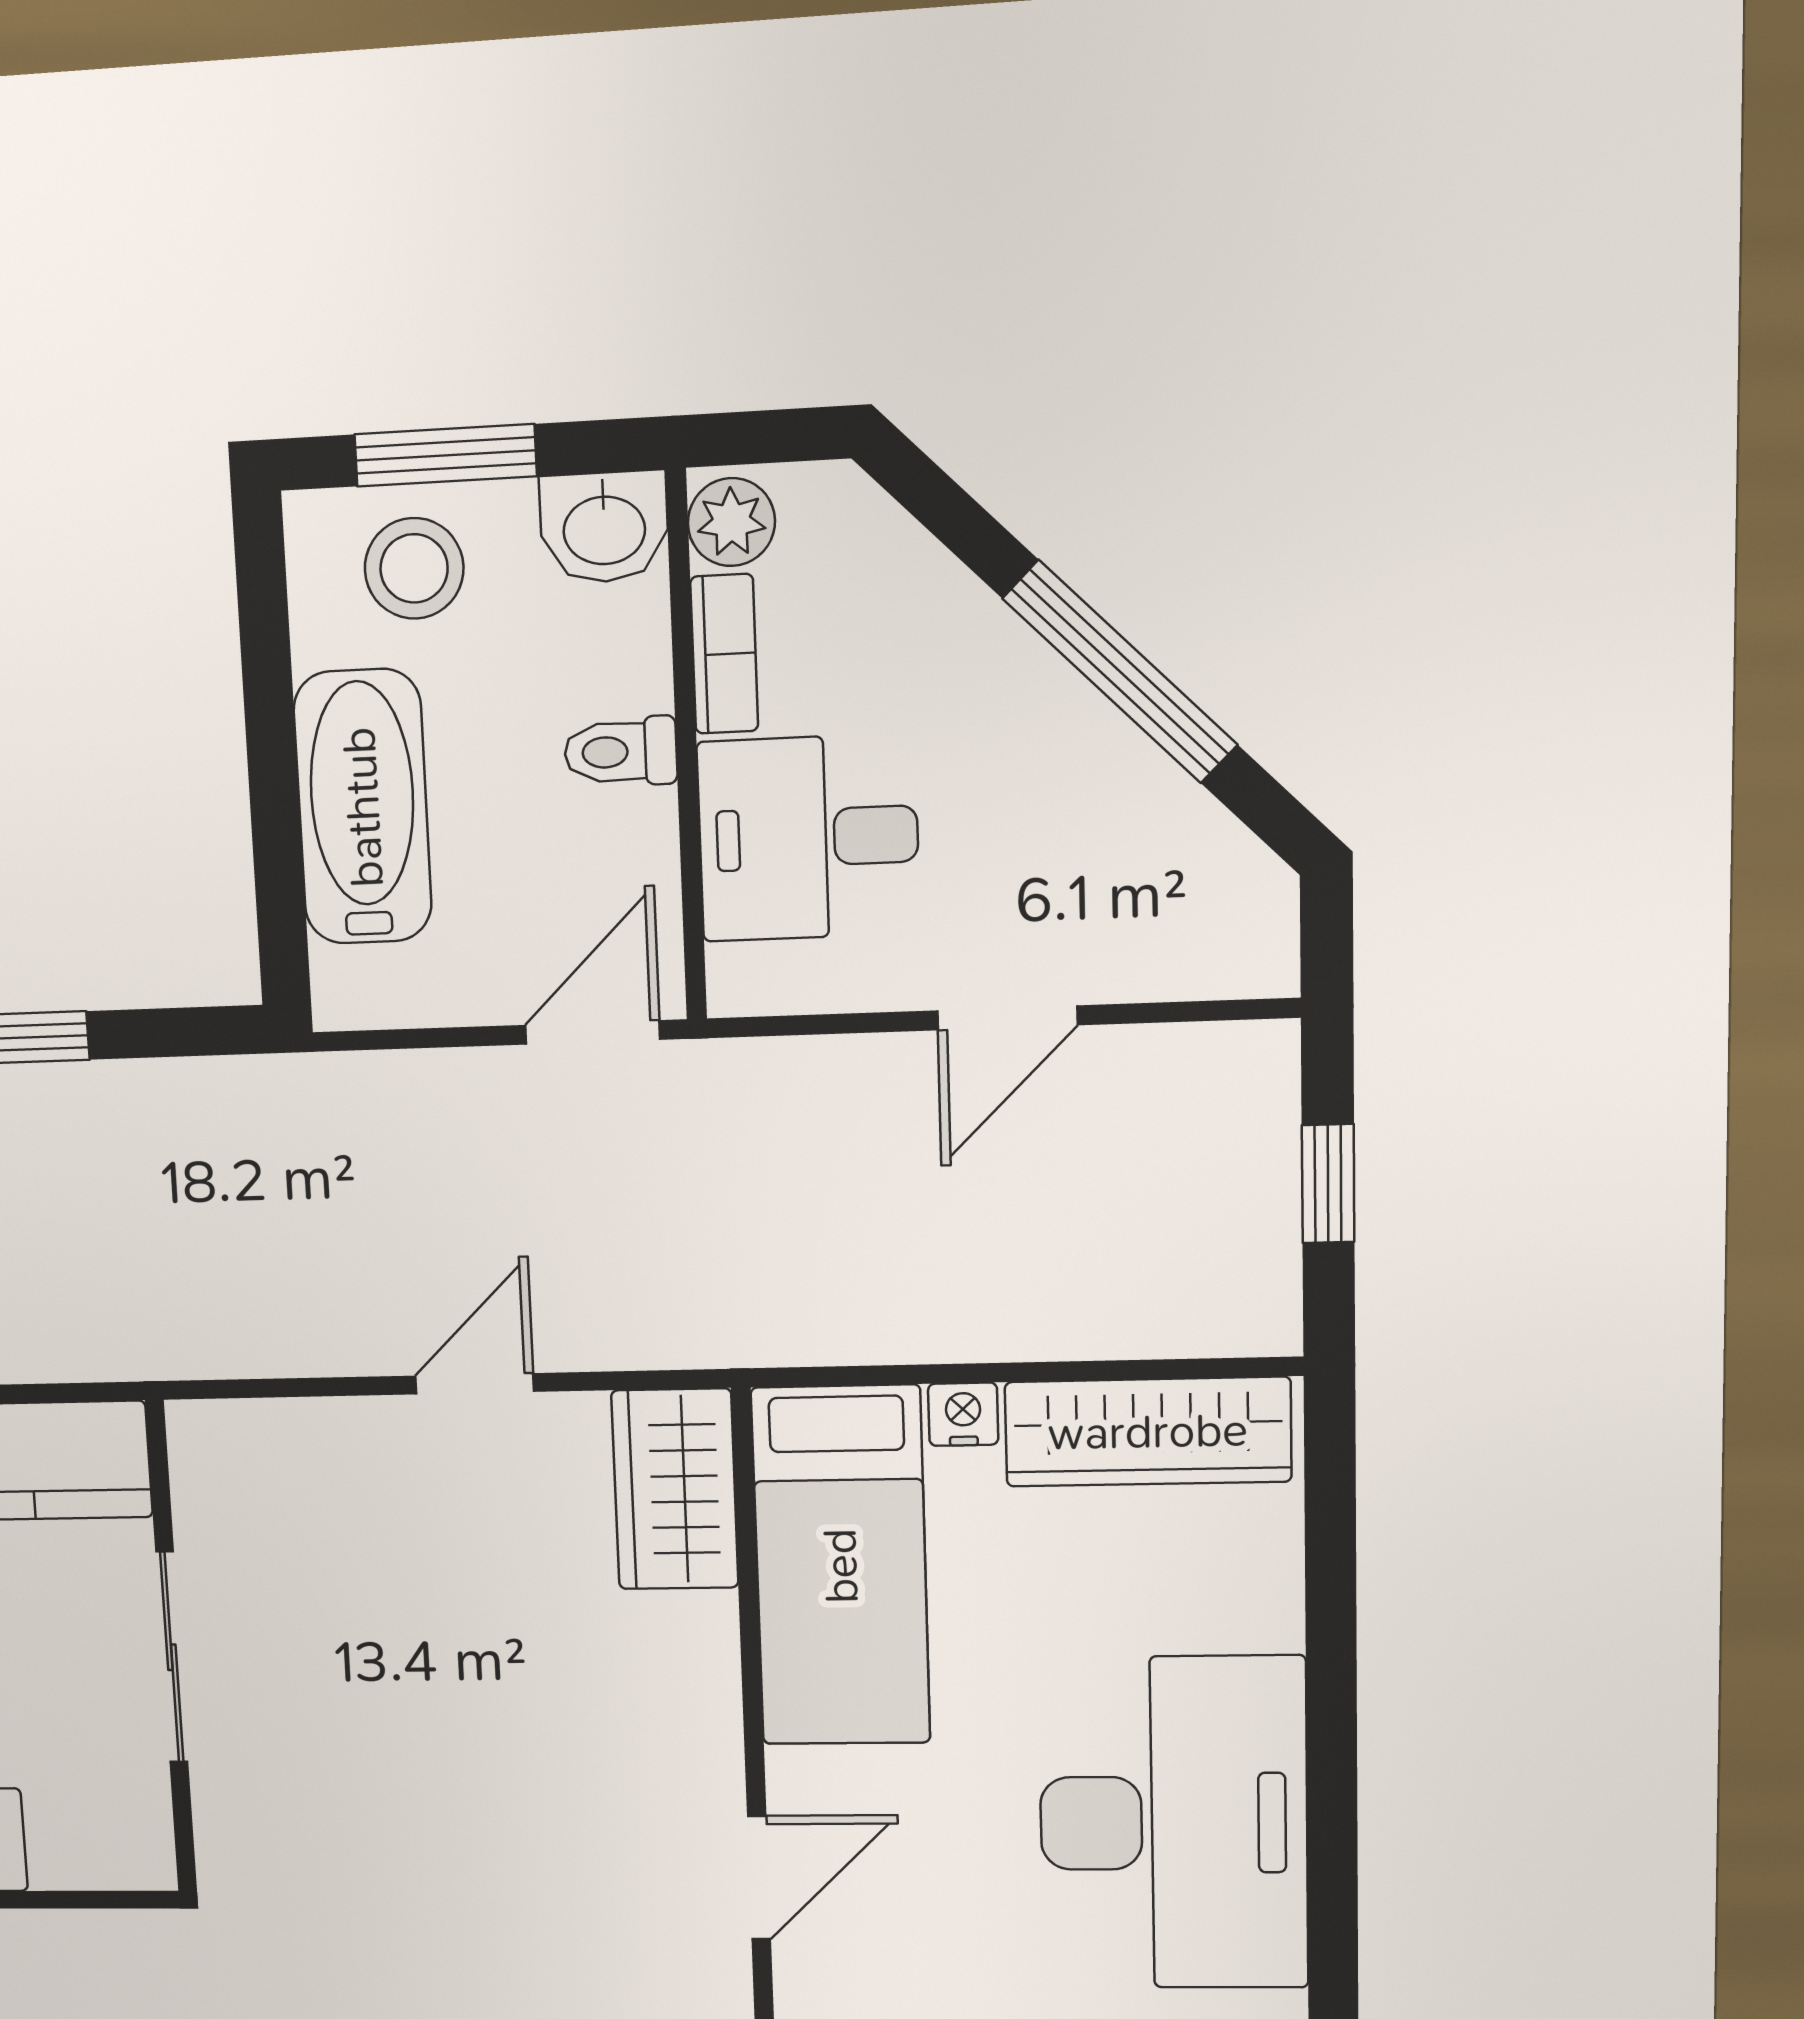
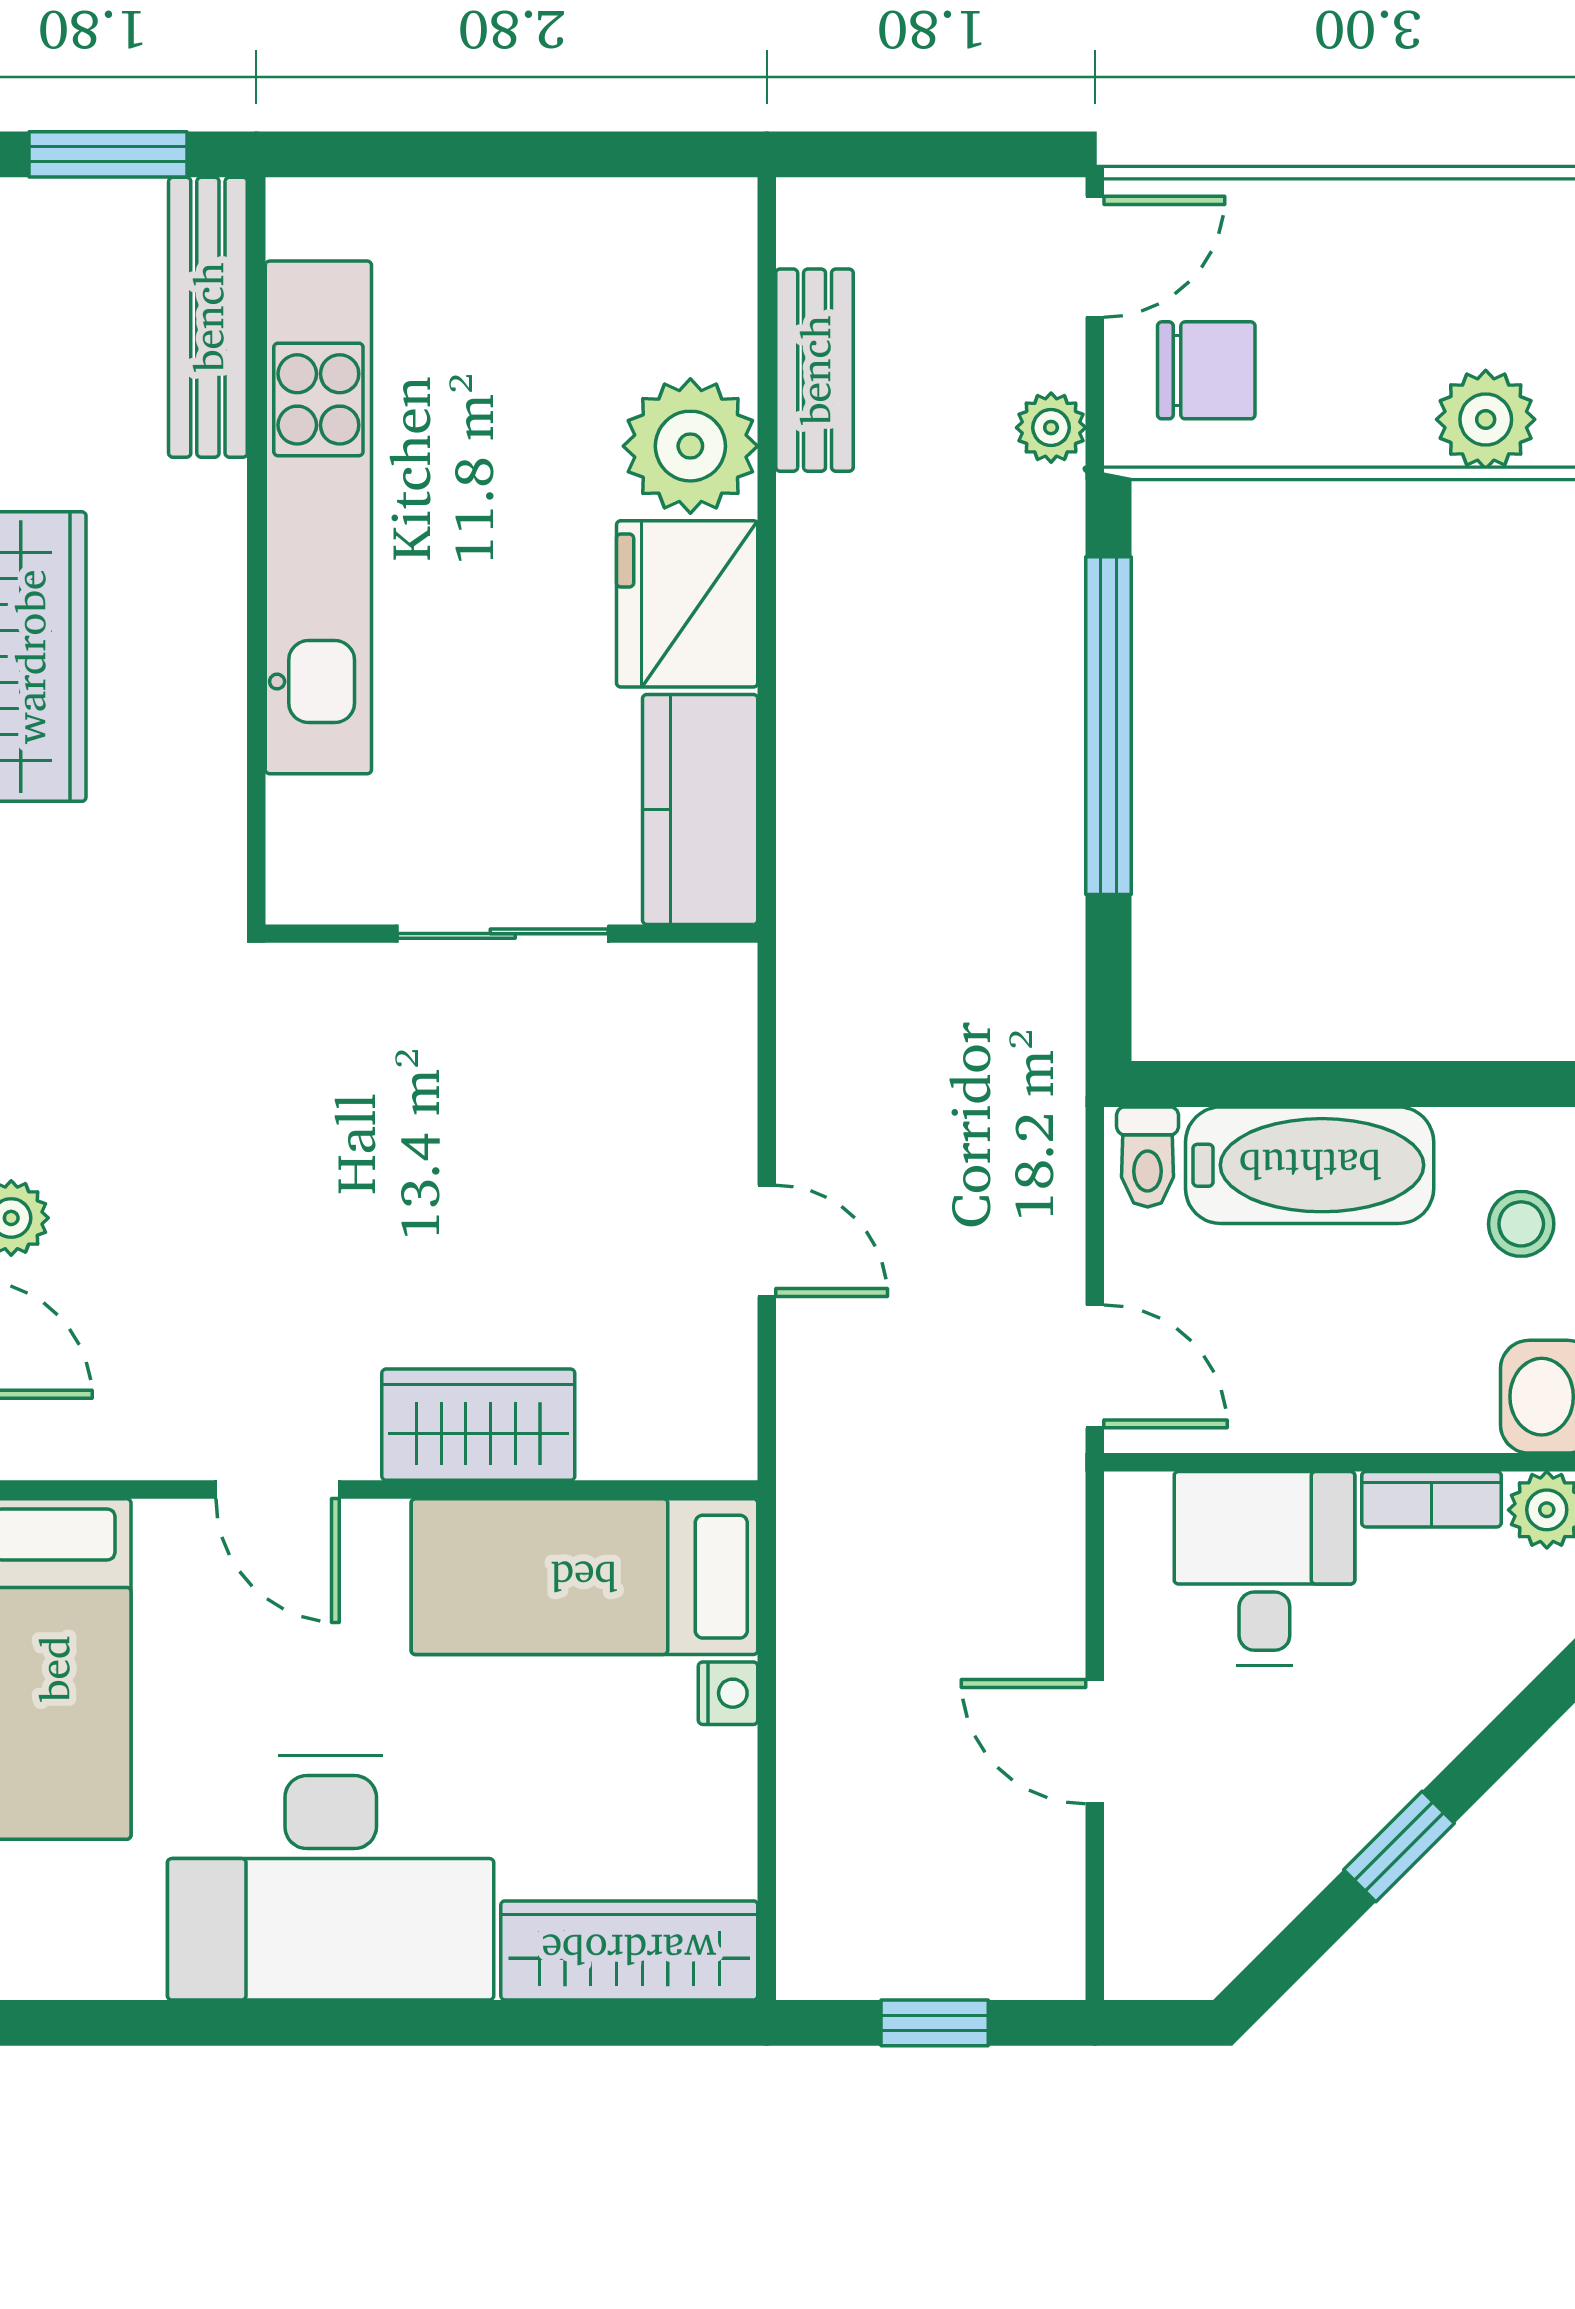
stool: (414, 568) -> (1521, 1224), width x0.73, depth x0.73
window: (1120, 672) -> (1399, 1846), width x0.46
toilet: (621, 752) -> (1148, 1157), moved, turned 180
wardrobe: (1148, 1432) -> (629, 1950), moved, turned 90
wardrobe: (675, 1489) -> (478, 1425), moved

